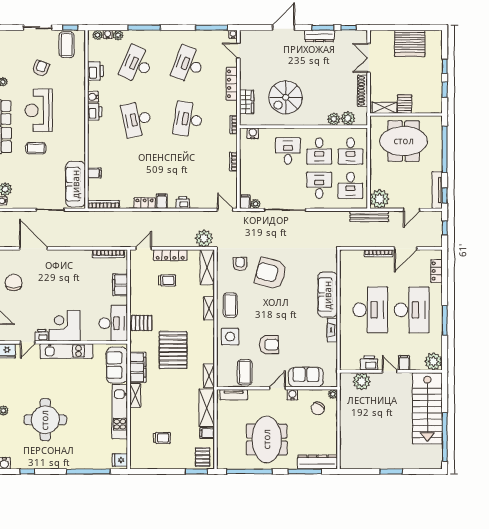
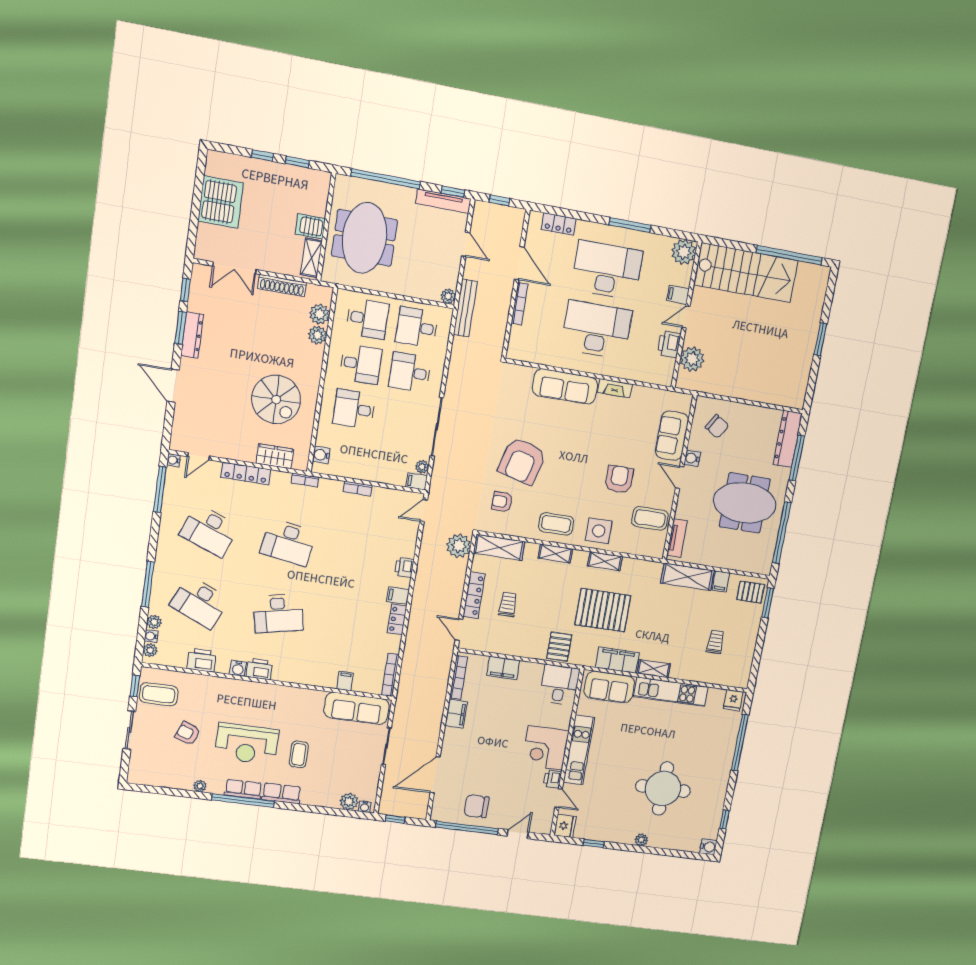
desk: (350, 185) -> (417, 327), turned 180
plant: (380, 199) -> (448, 296), width x0.53, depth x0.53
filing cabinet: (81, 256) -> (456, 714), added
desk: (113, 323) -> (560, 685), width x0.73
shelving: (209, 376) -> (605, 561), moved
plant: (333, 394) -> (702, 403), removed

